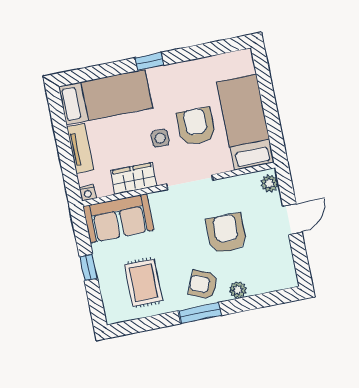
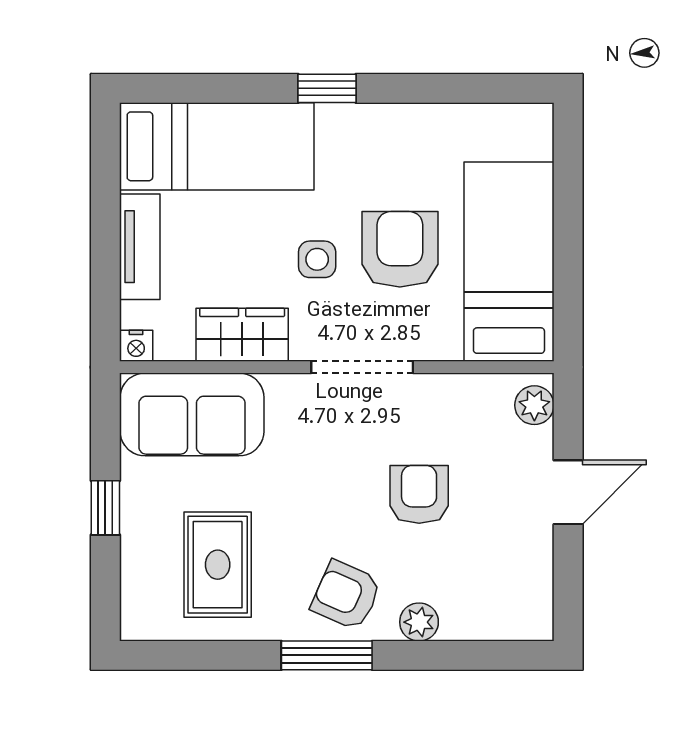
armchair: (226, 233) -> (419, 494), width x0.72, depth x0.72

